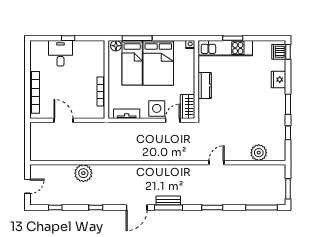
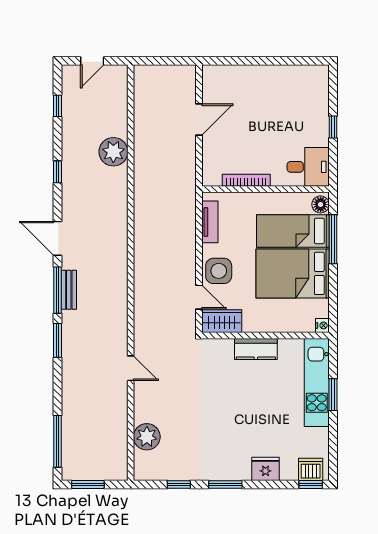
desk: (60, 53) -> (308, 167), moved
bookcase: (35, 92) -> (245, 72), removed
door: (28, 186) -> (92, 61), hinge flipped
window: (212, 208) -> (58, 340), moved

